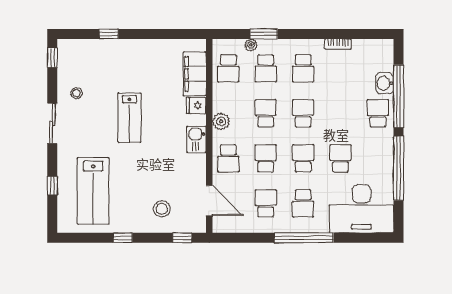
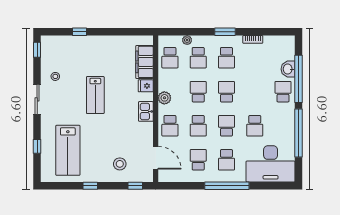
window: (264, 34) -> (225, 32), moved
school desk: (266, 158) -> (198, 126), turned 180
school desk: (341, 158) -> (255, 126), turned 180

